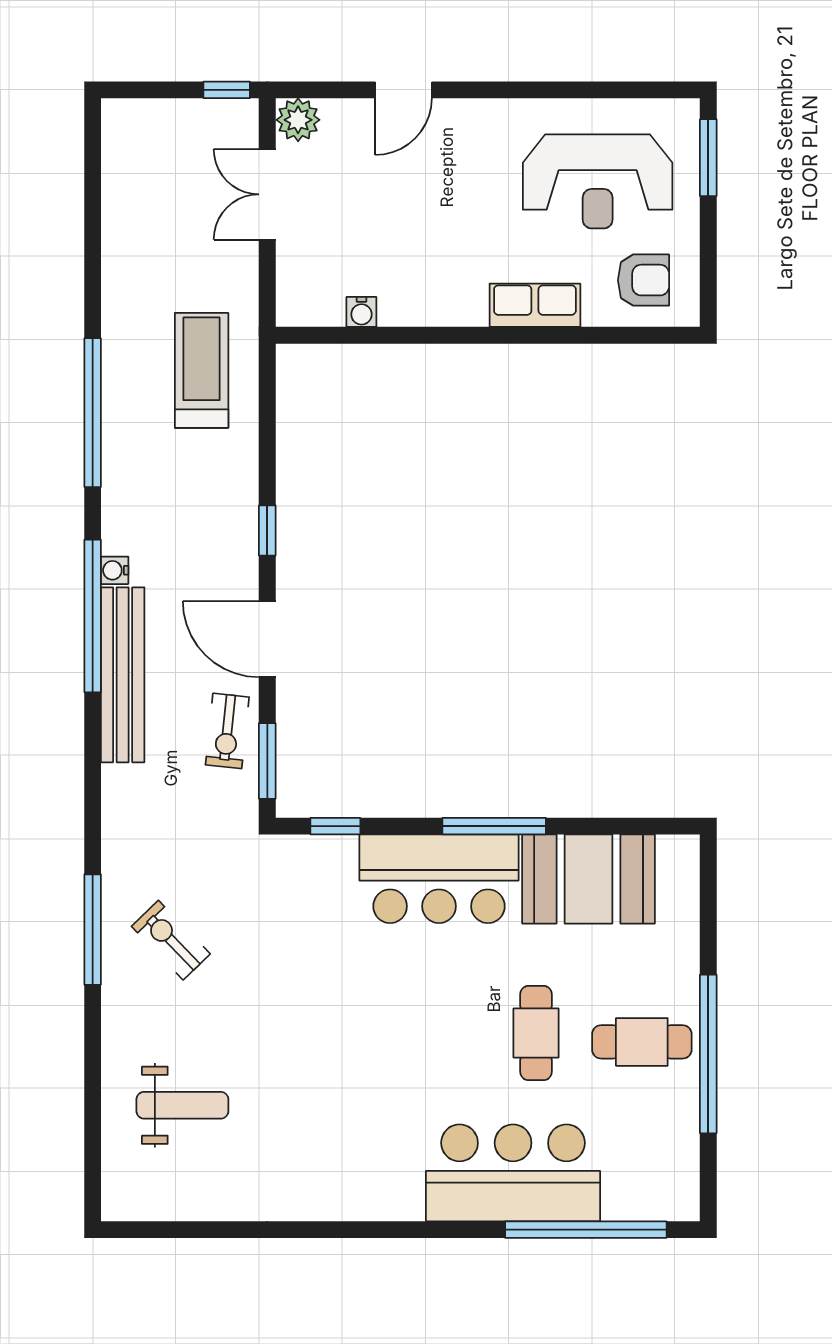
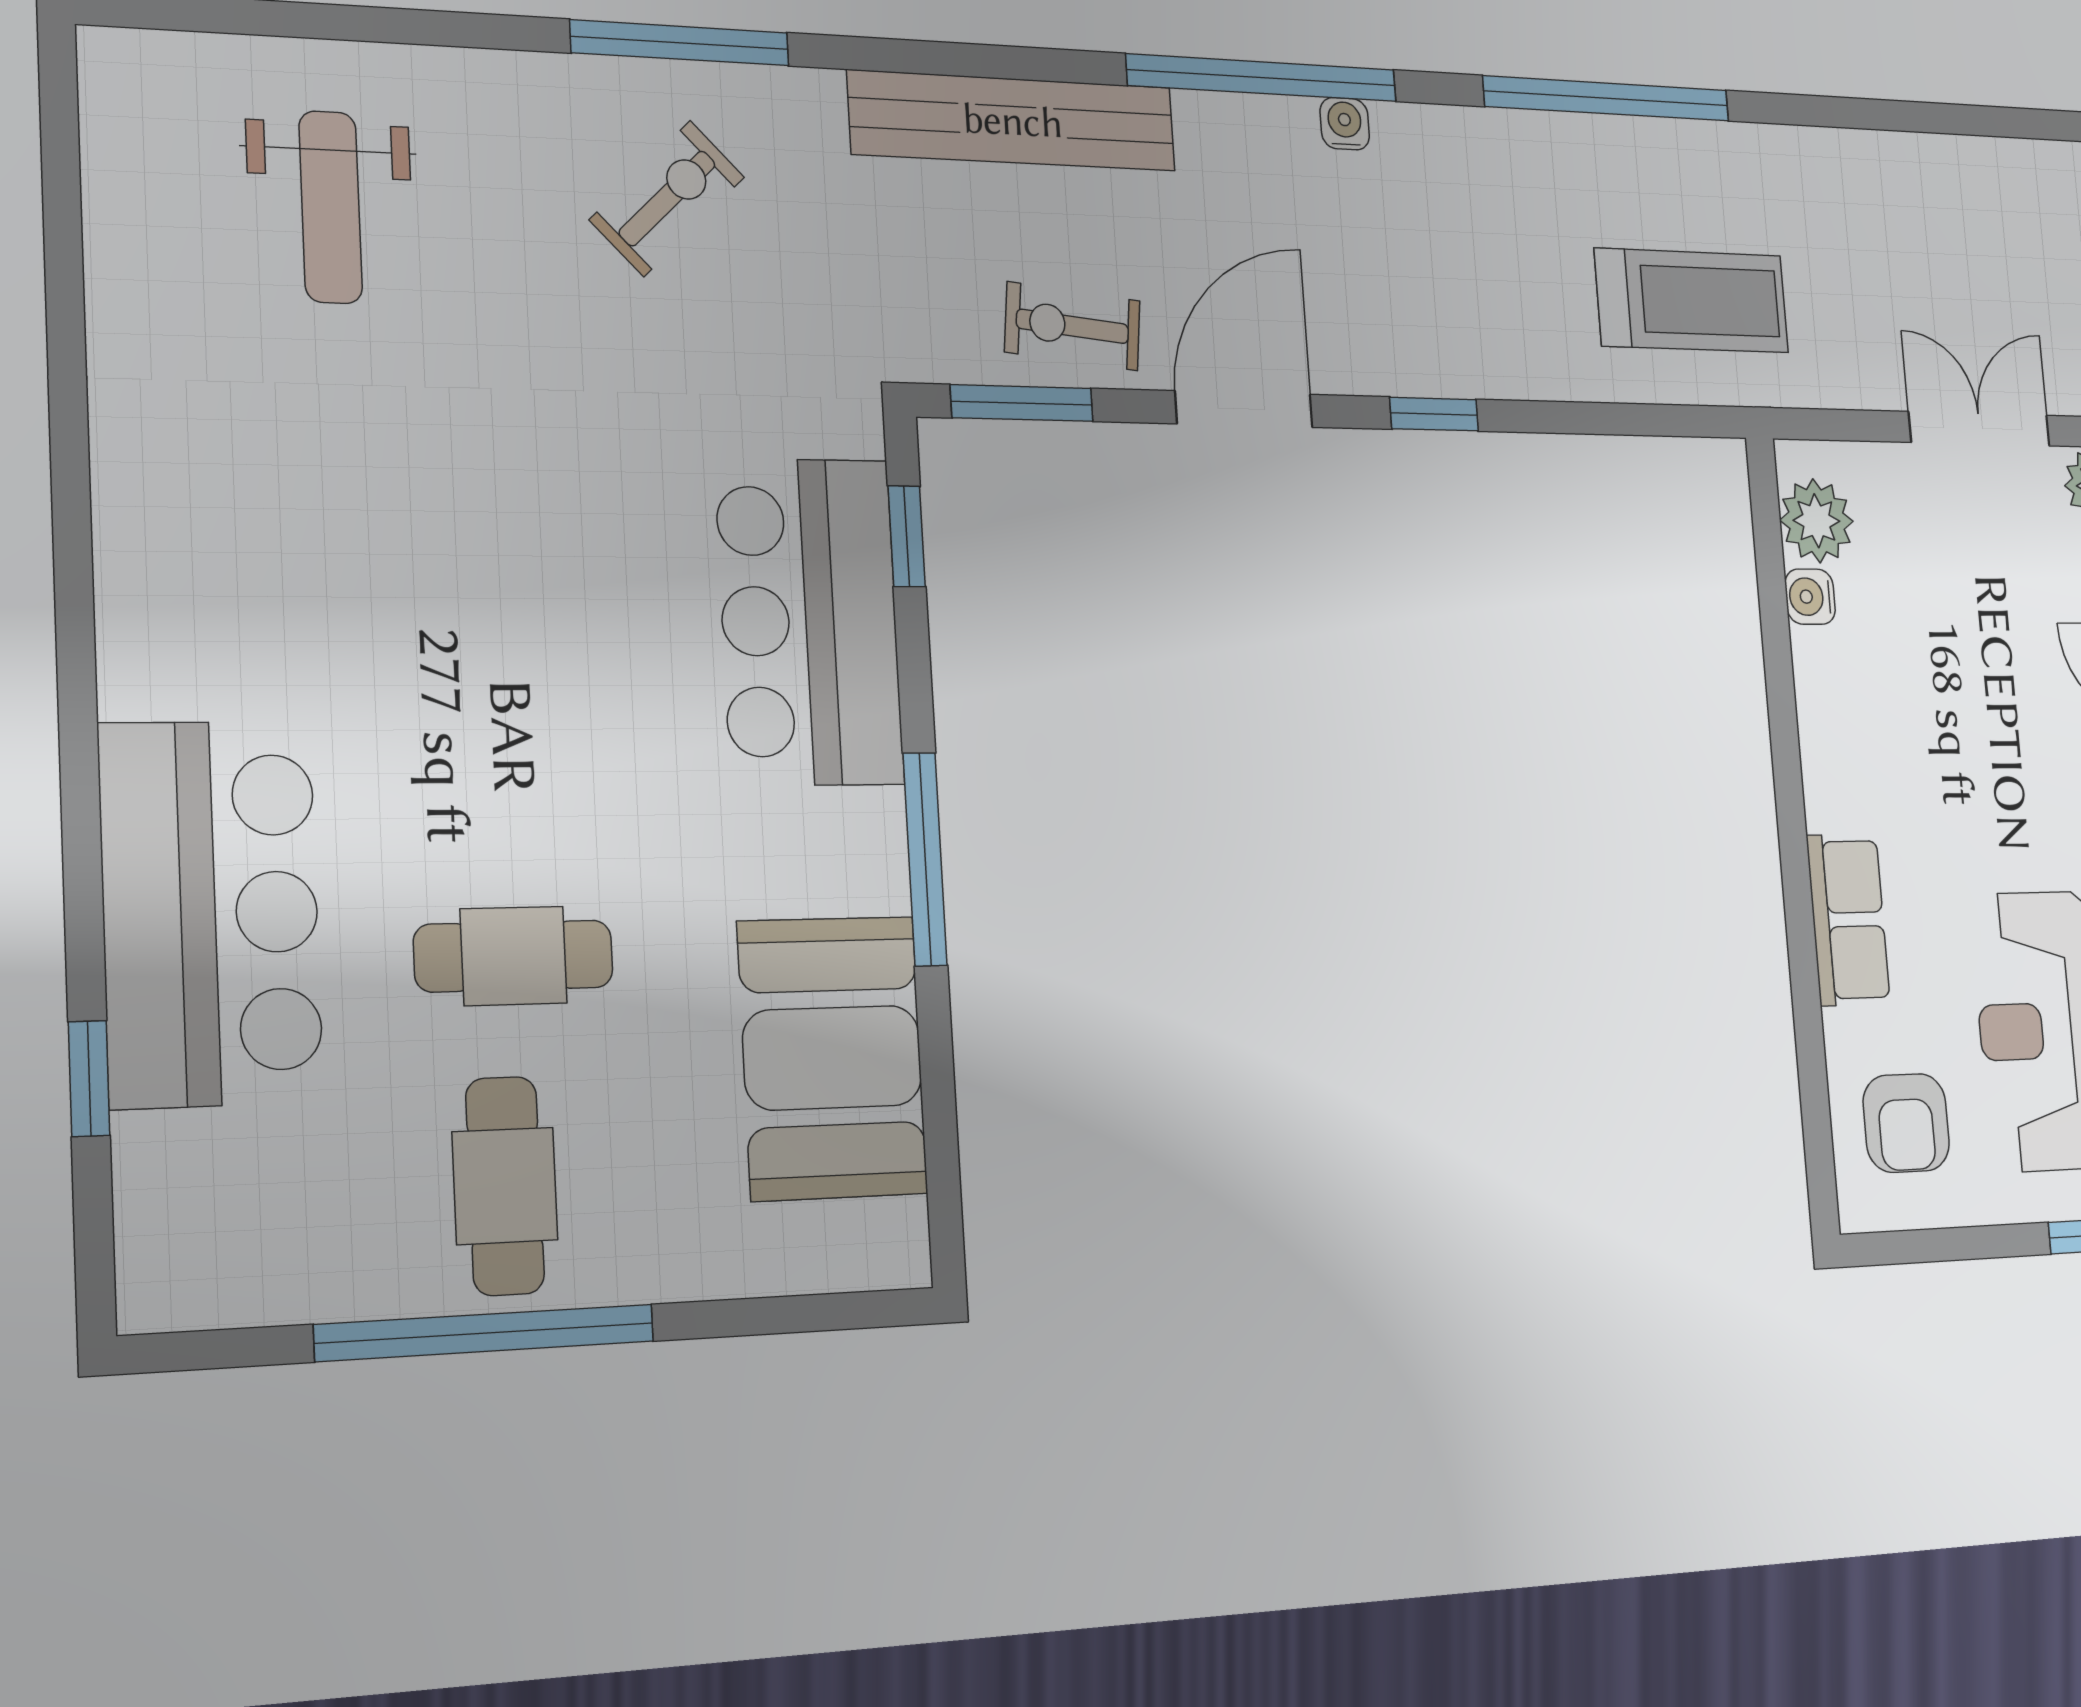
plant: (320, 304) -> (1816, 521), added
bench: (123, 675) -> (1013, 121), moved
bar counter: (439, 879) -> (810, 622), moved
window: (586, 1230) -> (89, 1079), width x0.32

